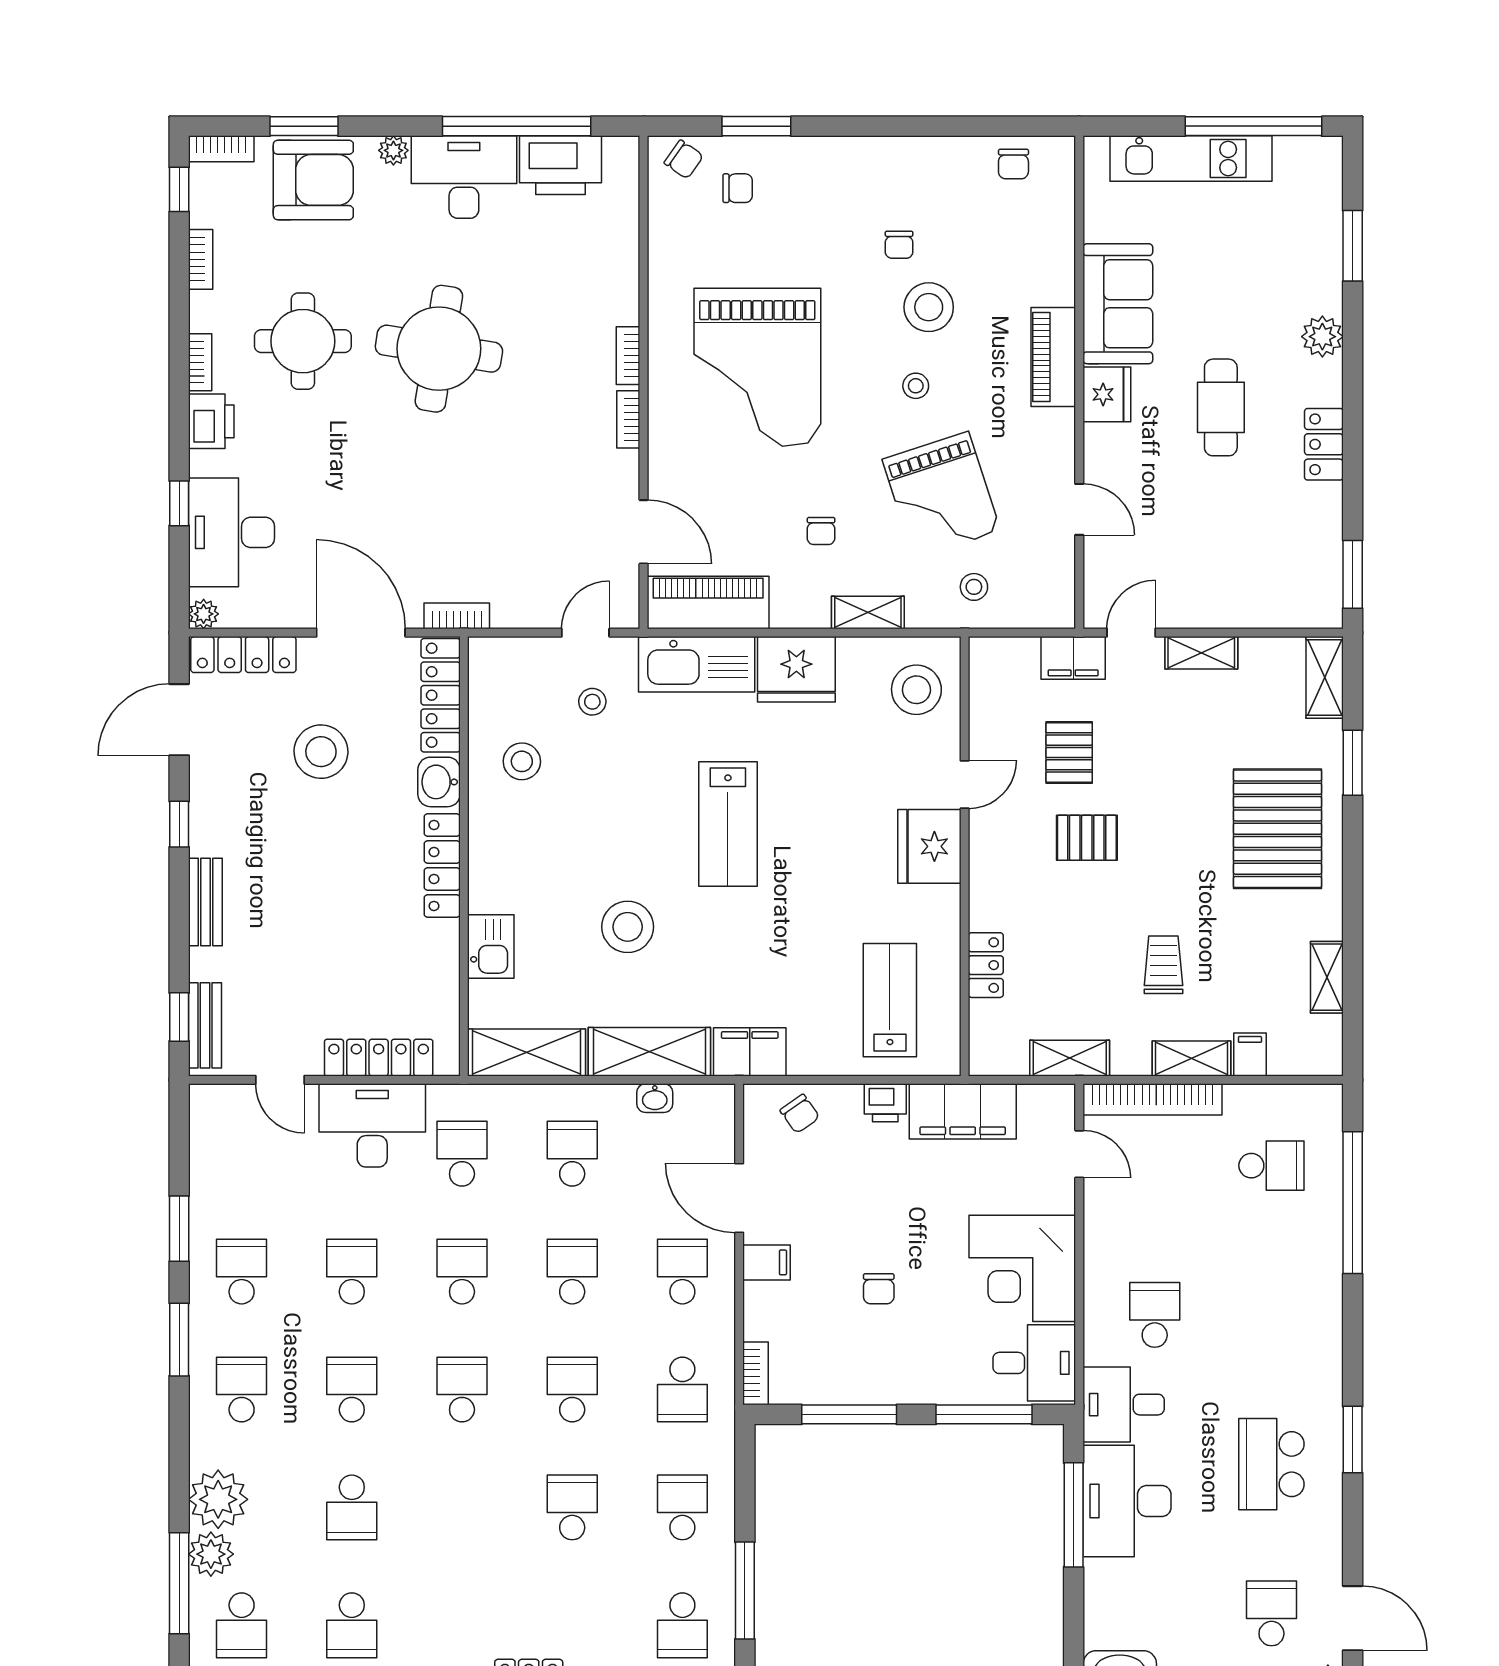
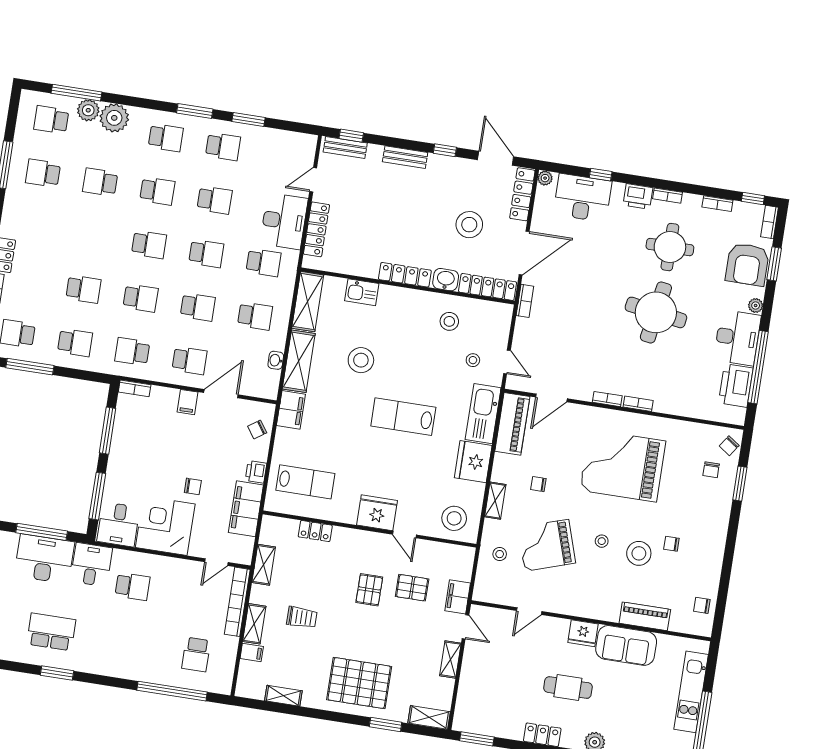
piano: (1053, 357) -> (645, 616), moved
chair: (879, 1289) -> (193, 486), moved, turned 180

